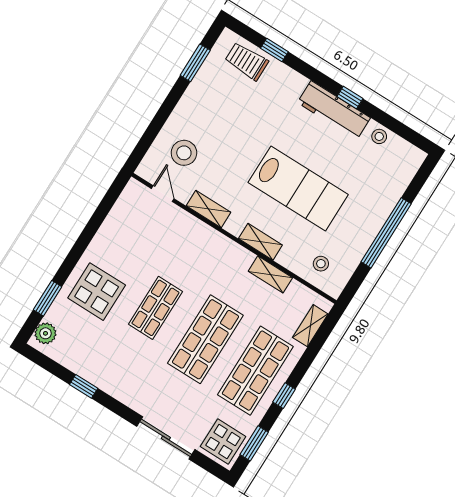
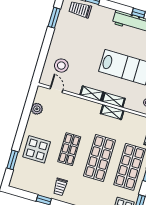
shelving: (209, 209) -> (92, 94), moved
shelving: (270, 274) -> (112, 112), moved
plant: (45, 333) -> (37, 109), moved
trolley: (120, 371) -> (60, 187), added

